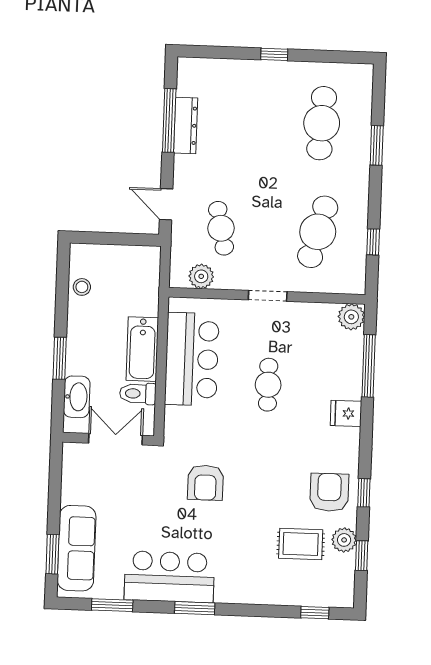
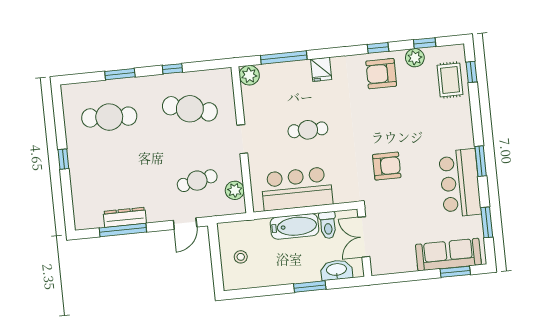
window: (373, 242) -> (172, 69), moved
stool: (82, 287) -> (241, 257), moved
rug: (301, 544) -> (450, 80), moved

